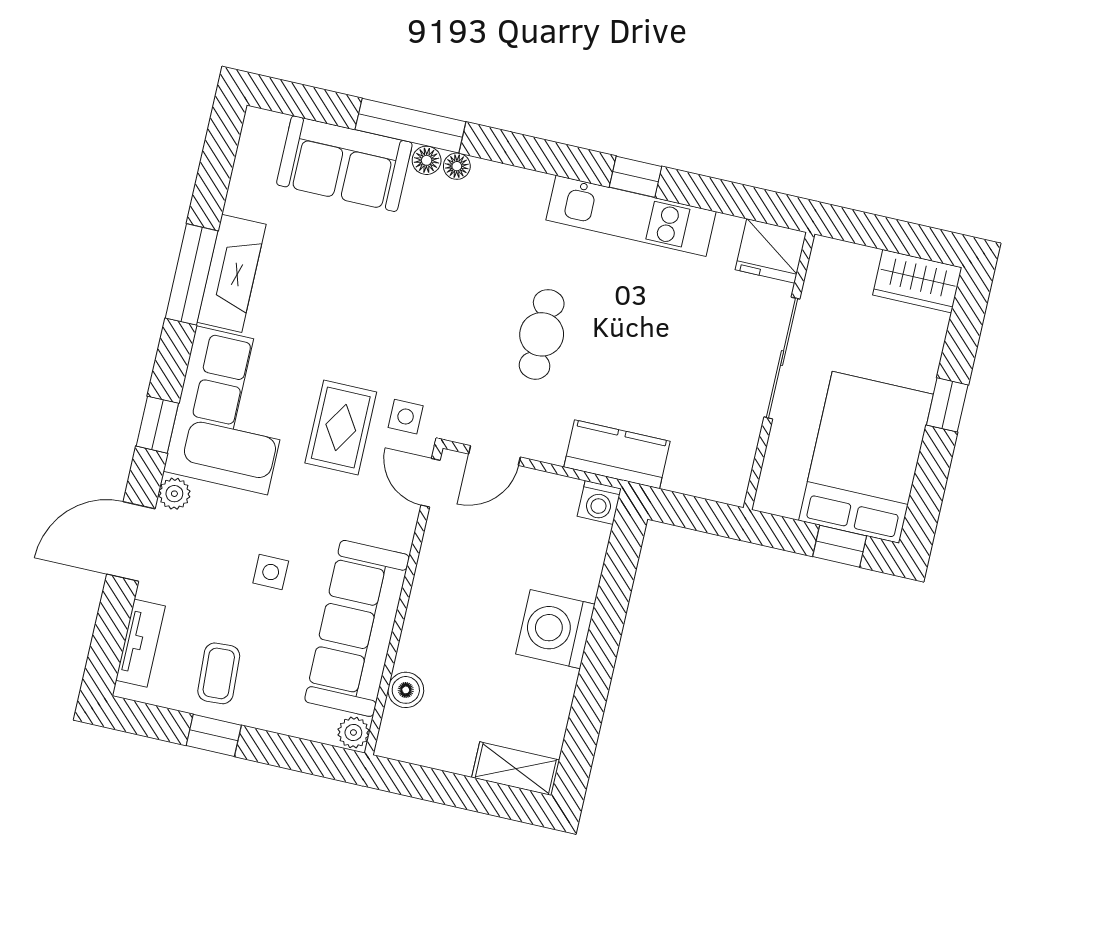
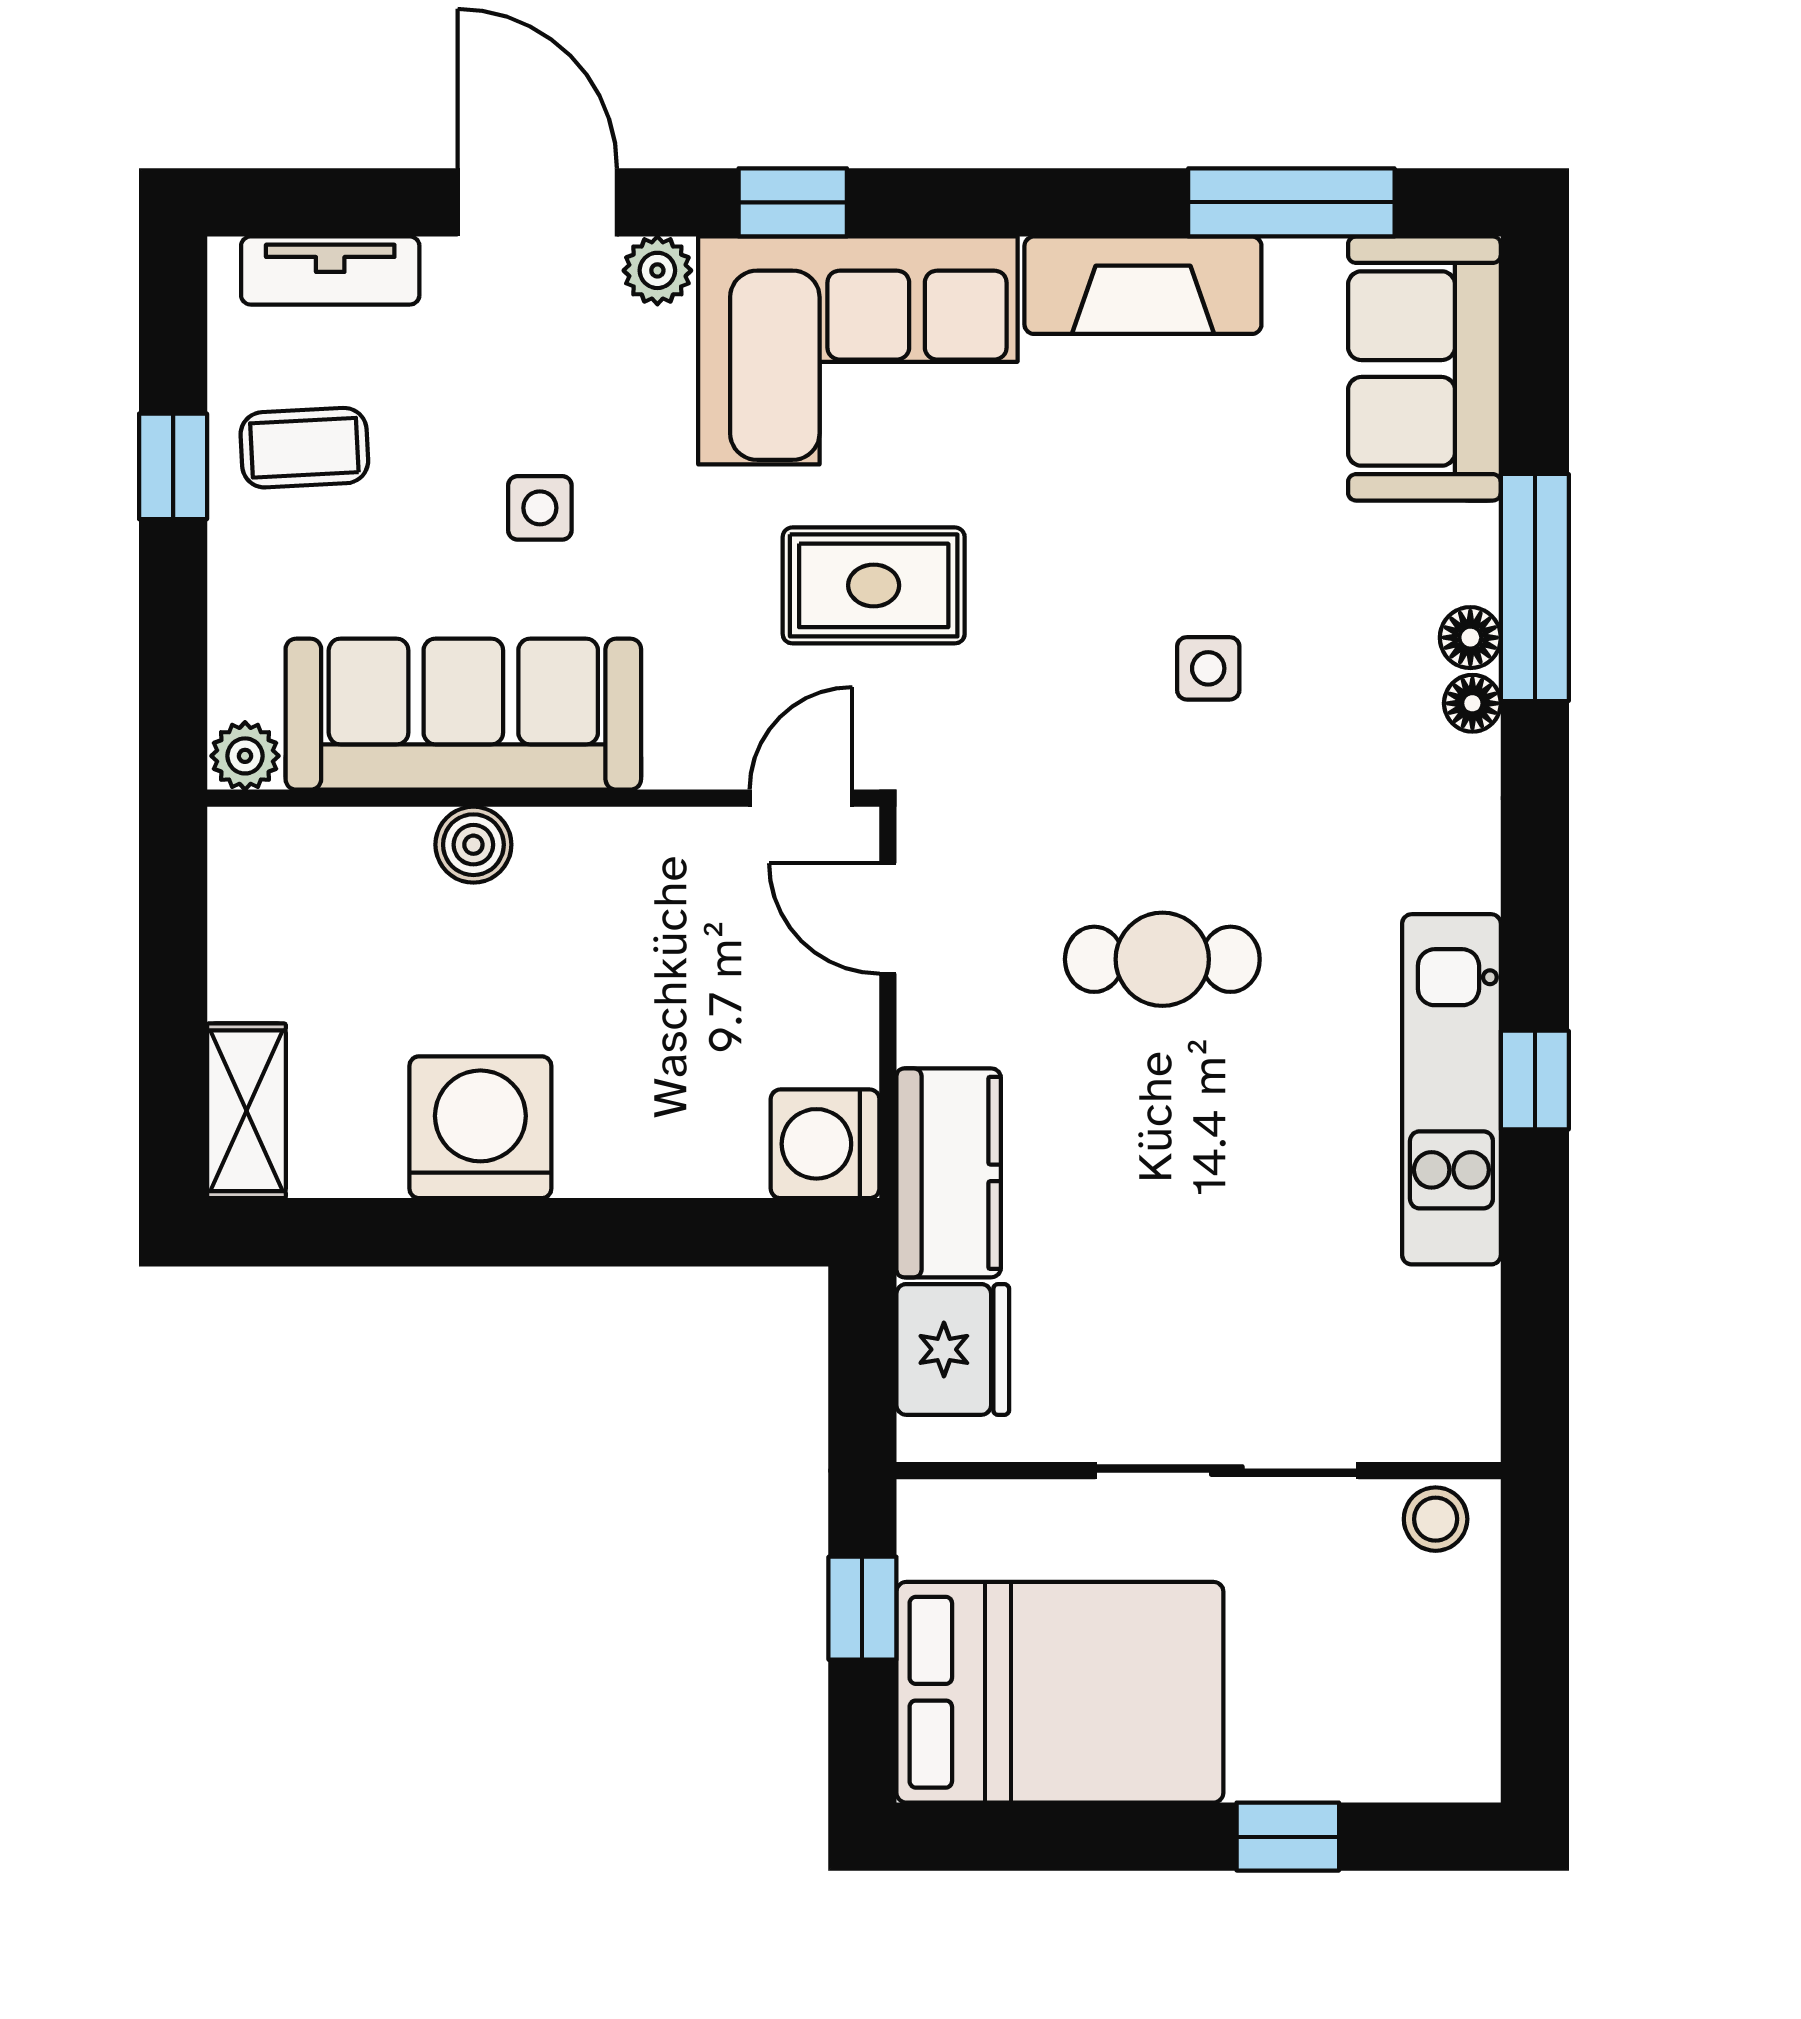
sofa: (344, 164) -> (1424, 369), moved
fridge: (771, 251) -> (953, 1349), moved, turned 180
stool: (826, 268) -> (1436, 1519), added
window: (192, 274) -> (1291, 202), moved
wardrobe: (917, 281) -> (1451, 1716), removed
window: (947, 405) -> (1288, 1837), moved
side table: (406, 417) -> (1208, 668), moved
washing machine: (599, 502) -> (825, 1144), width x1.38, depth x1.38
window: (840, 546) -> (862, 1608), moved
washing machine: (555, 629) -> (480, 1127), moved
boiler: (406, 690) -> (473, 845), moved

